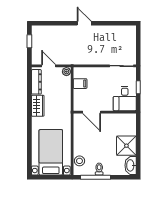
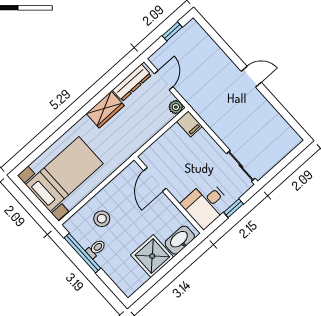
door: (84, 23) -> (251, 77), hinge flipped
filing cabinet: (80, 84) -> (189, 124), moved
stool: (79, 161) -> (102, 219), moved
washbasin: (131, 165) -> (180, 240), moved

